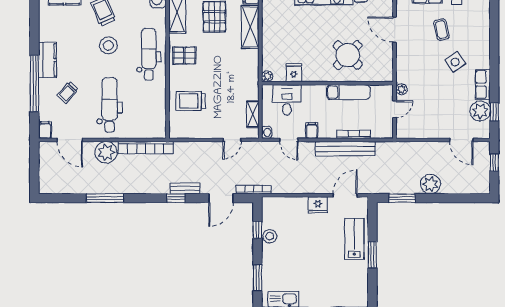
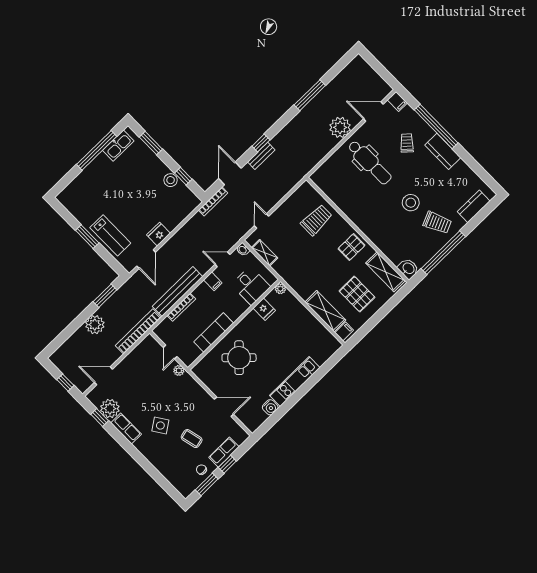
dental chair: (149, 54) -> (377, 224), removed
bookcase: (146, 148) -> (138, 331), moved

